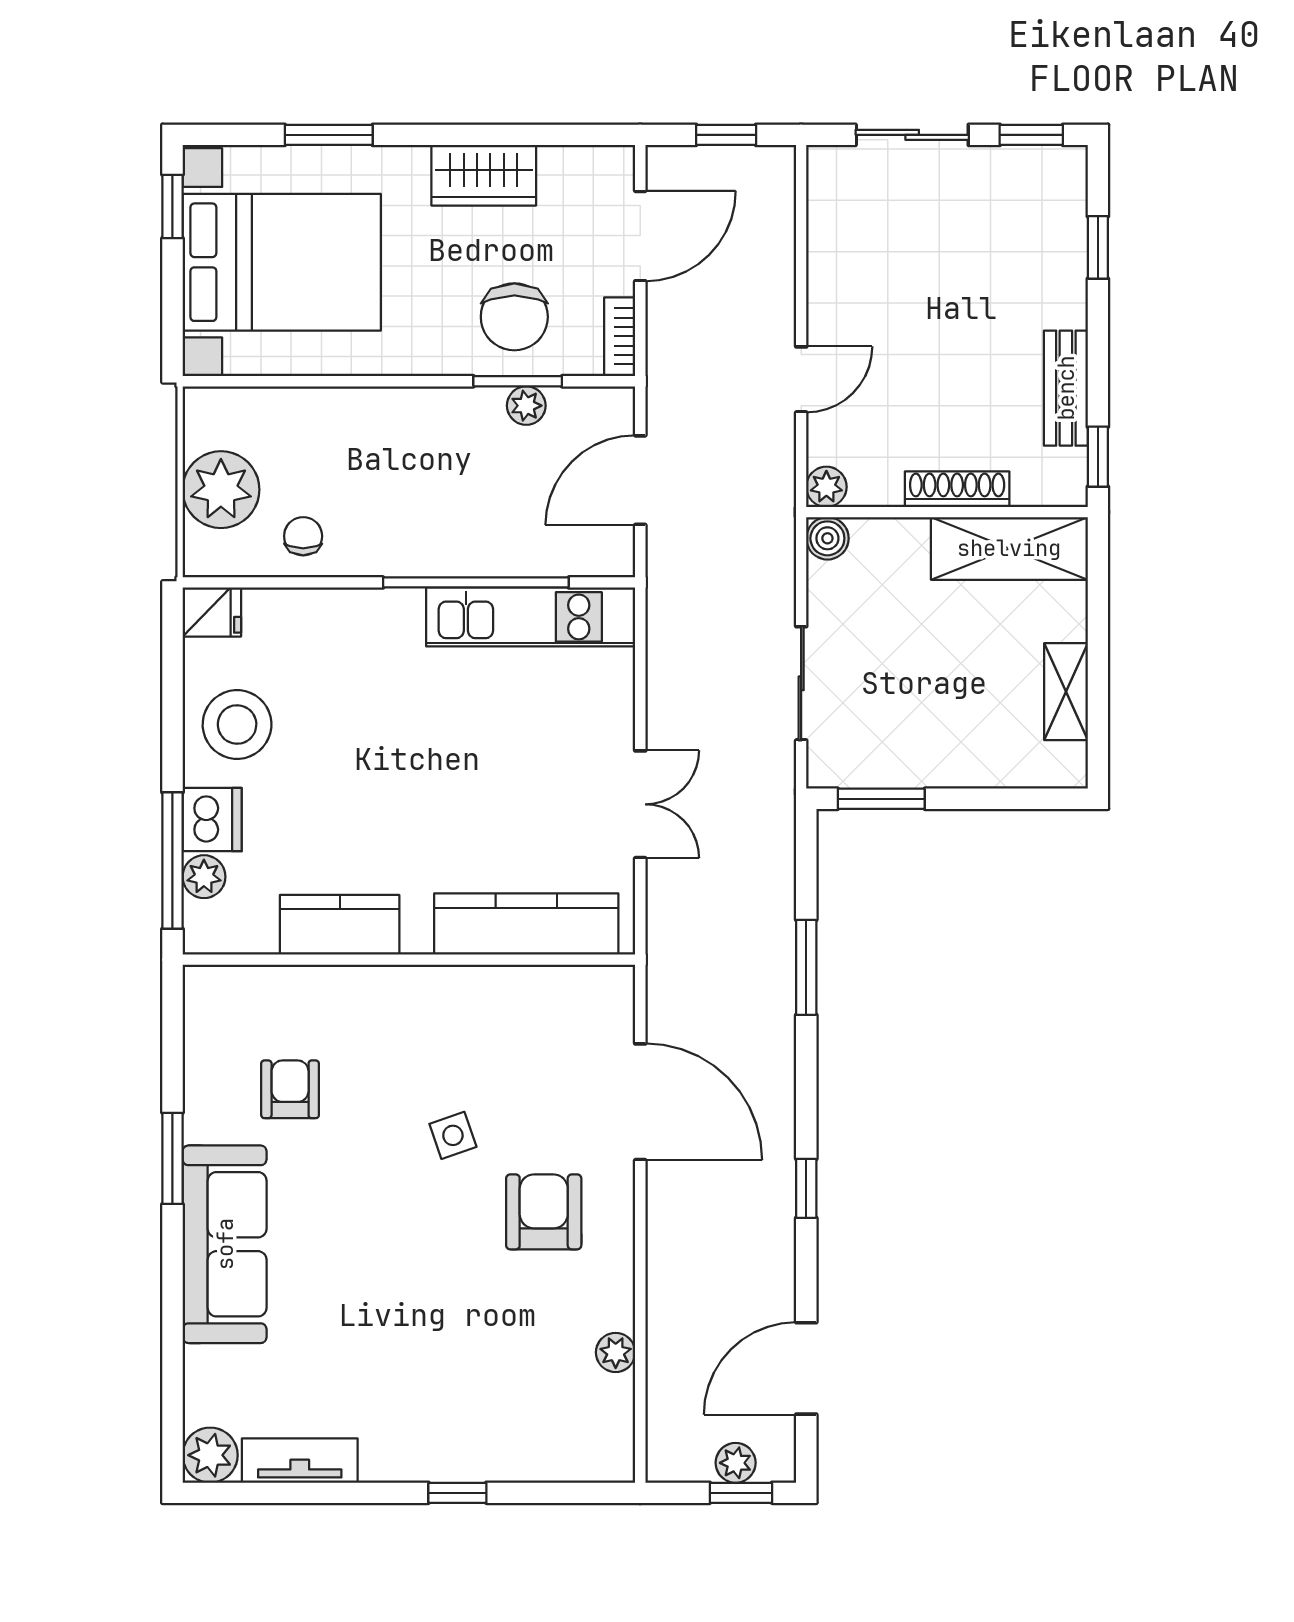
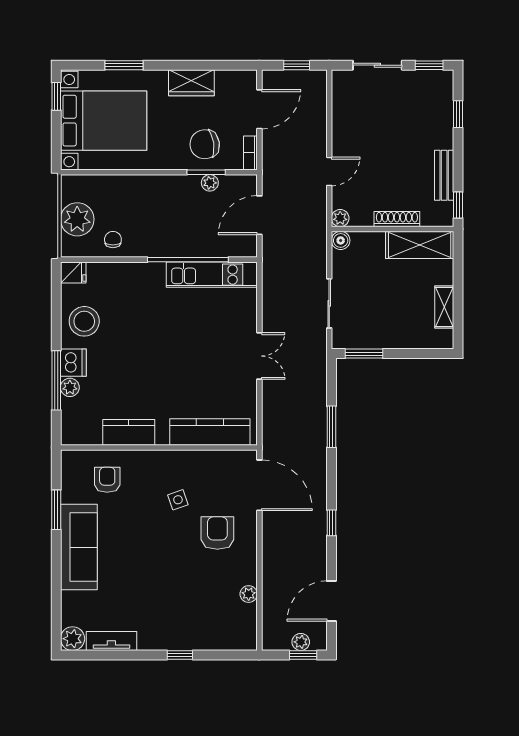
chair: (514, 317) -> (205, 144), turned 81
kitchen counter: (526, 924) -> (210, 432), moved
kitchen counter: (340, 925) -> (129, 432), moved
wall: (409, 960) -> (159, 447), moved

